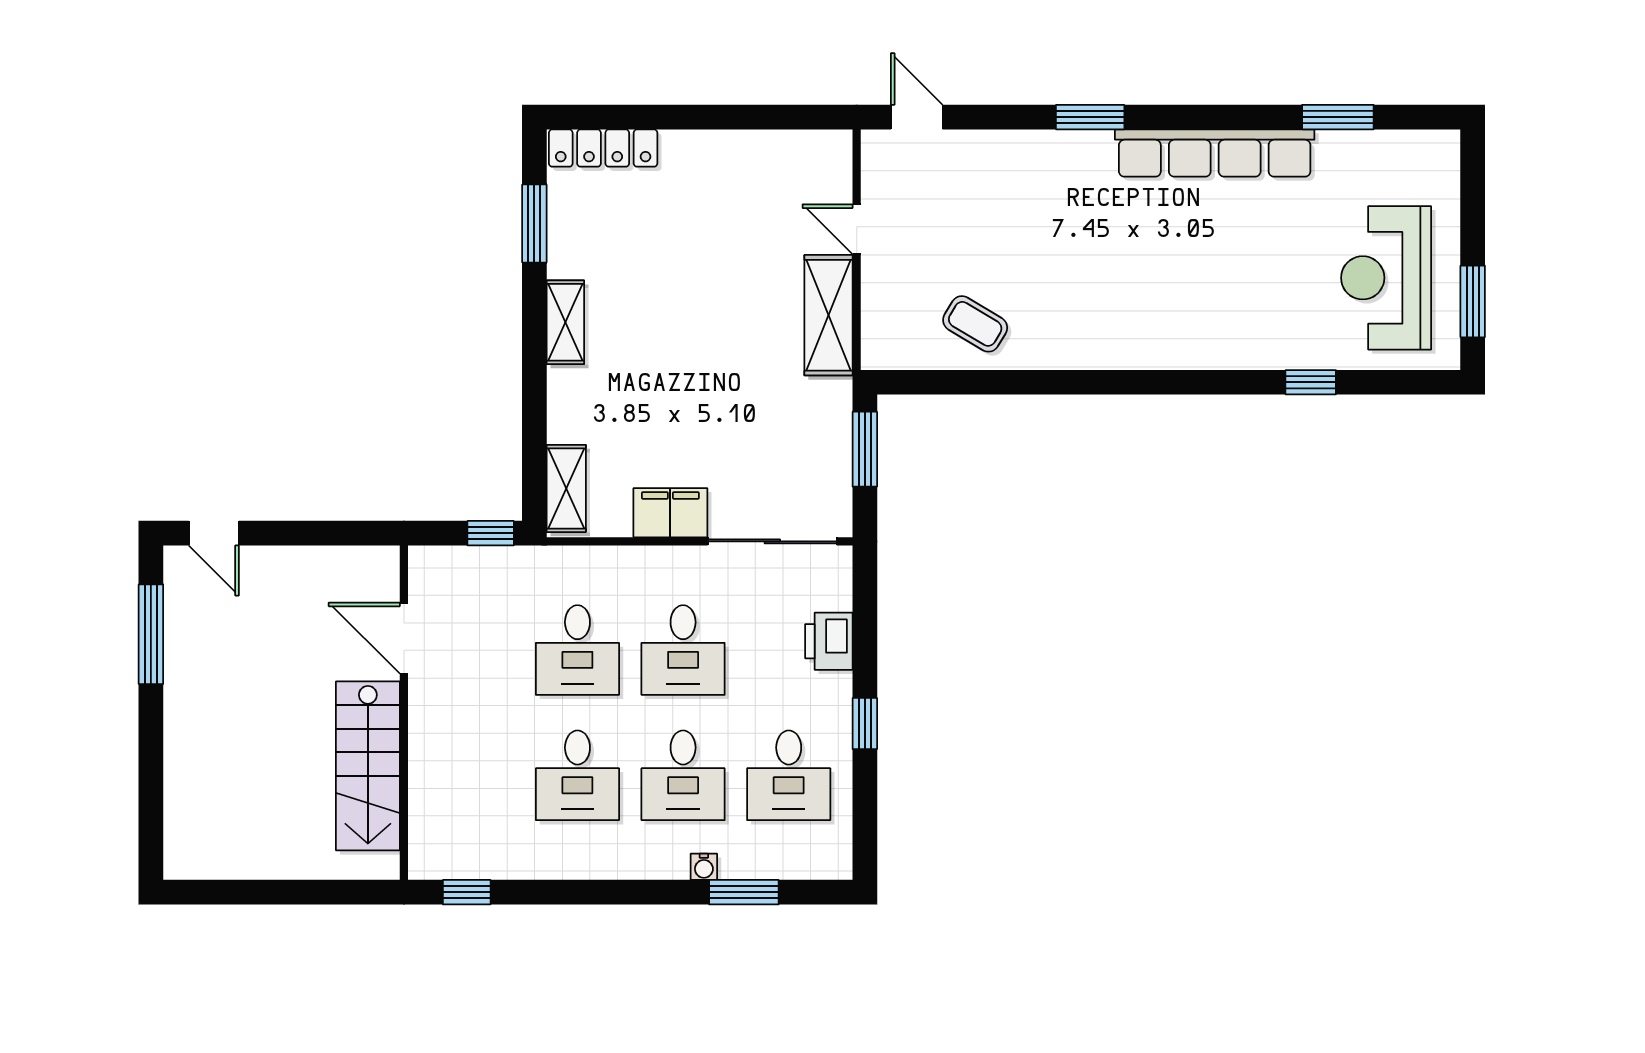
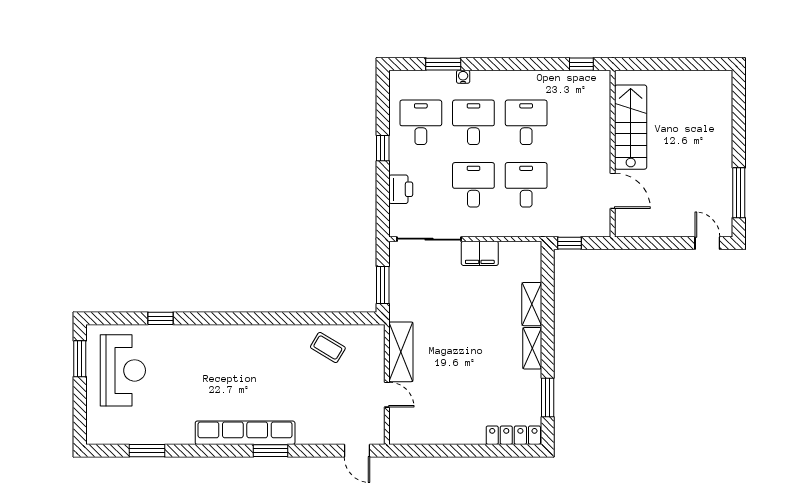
row of seats: (1215, 153) -> (245, 433), moved
shelving: (566, 488) -> (532, 304), moved

